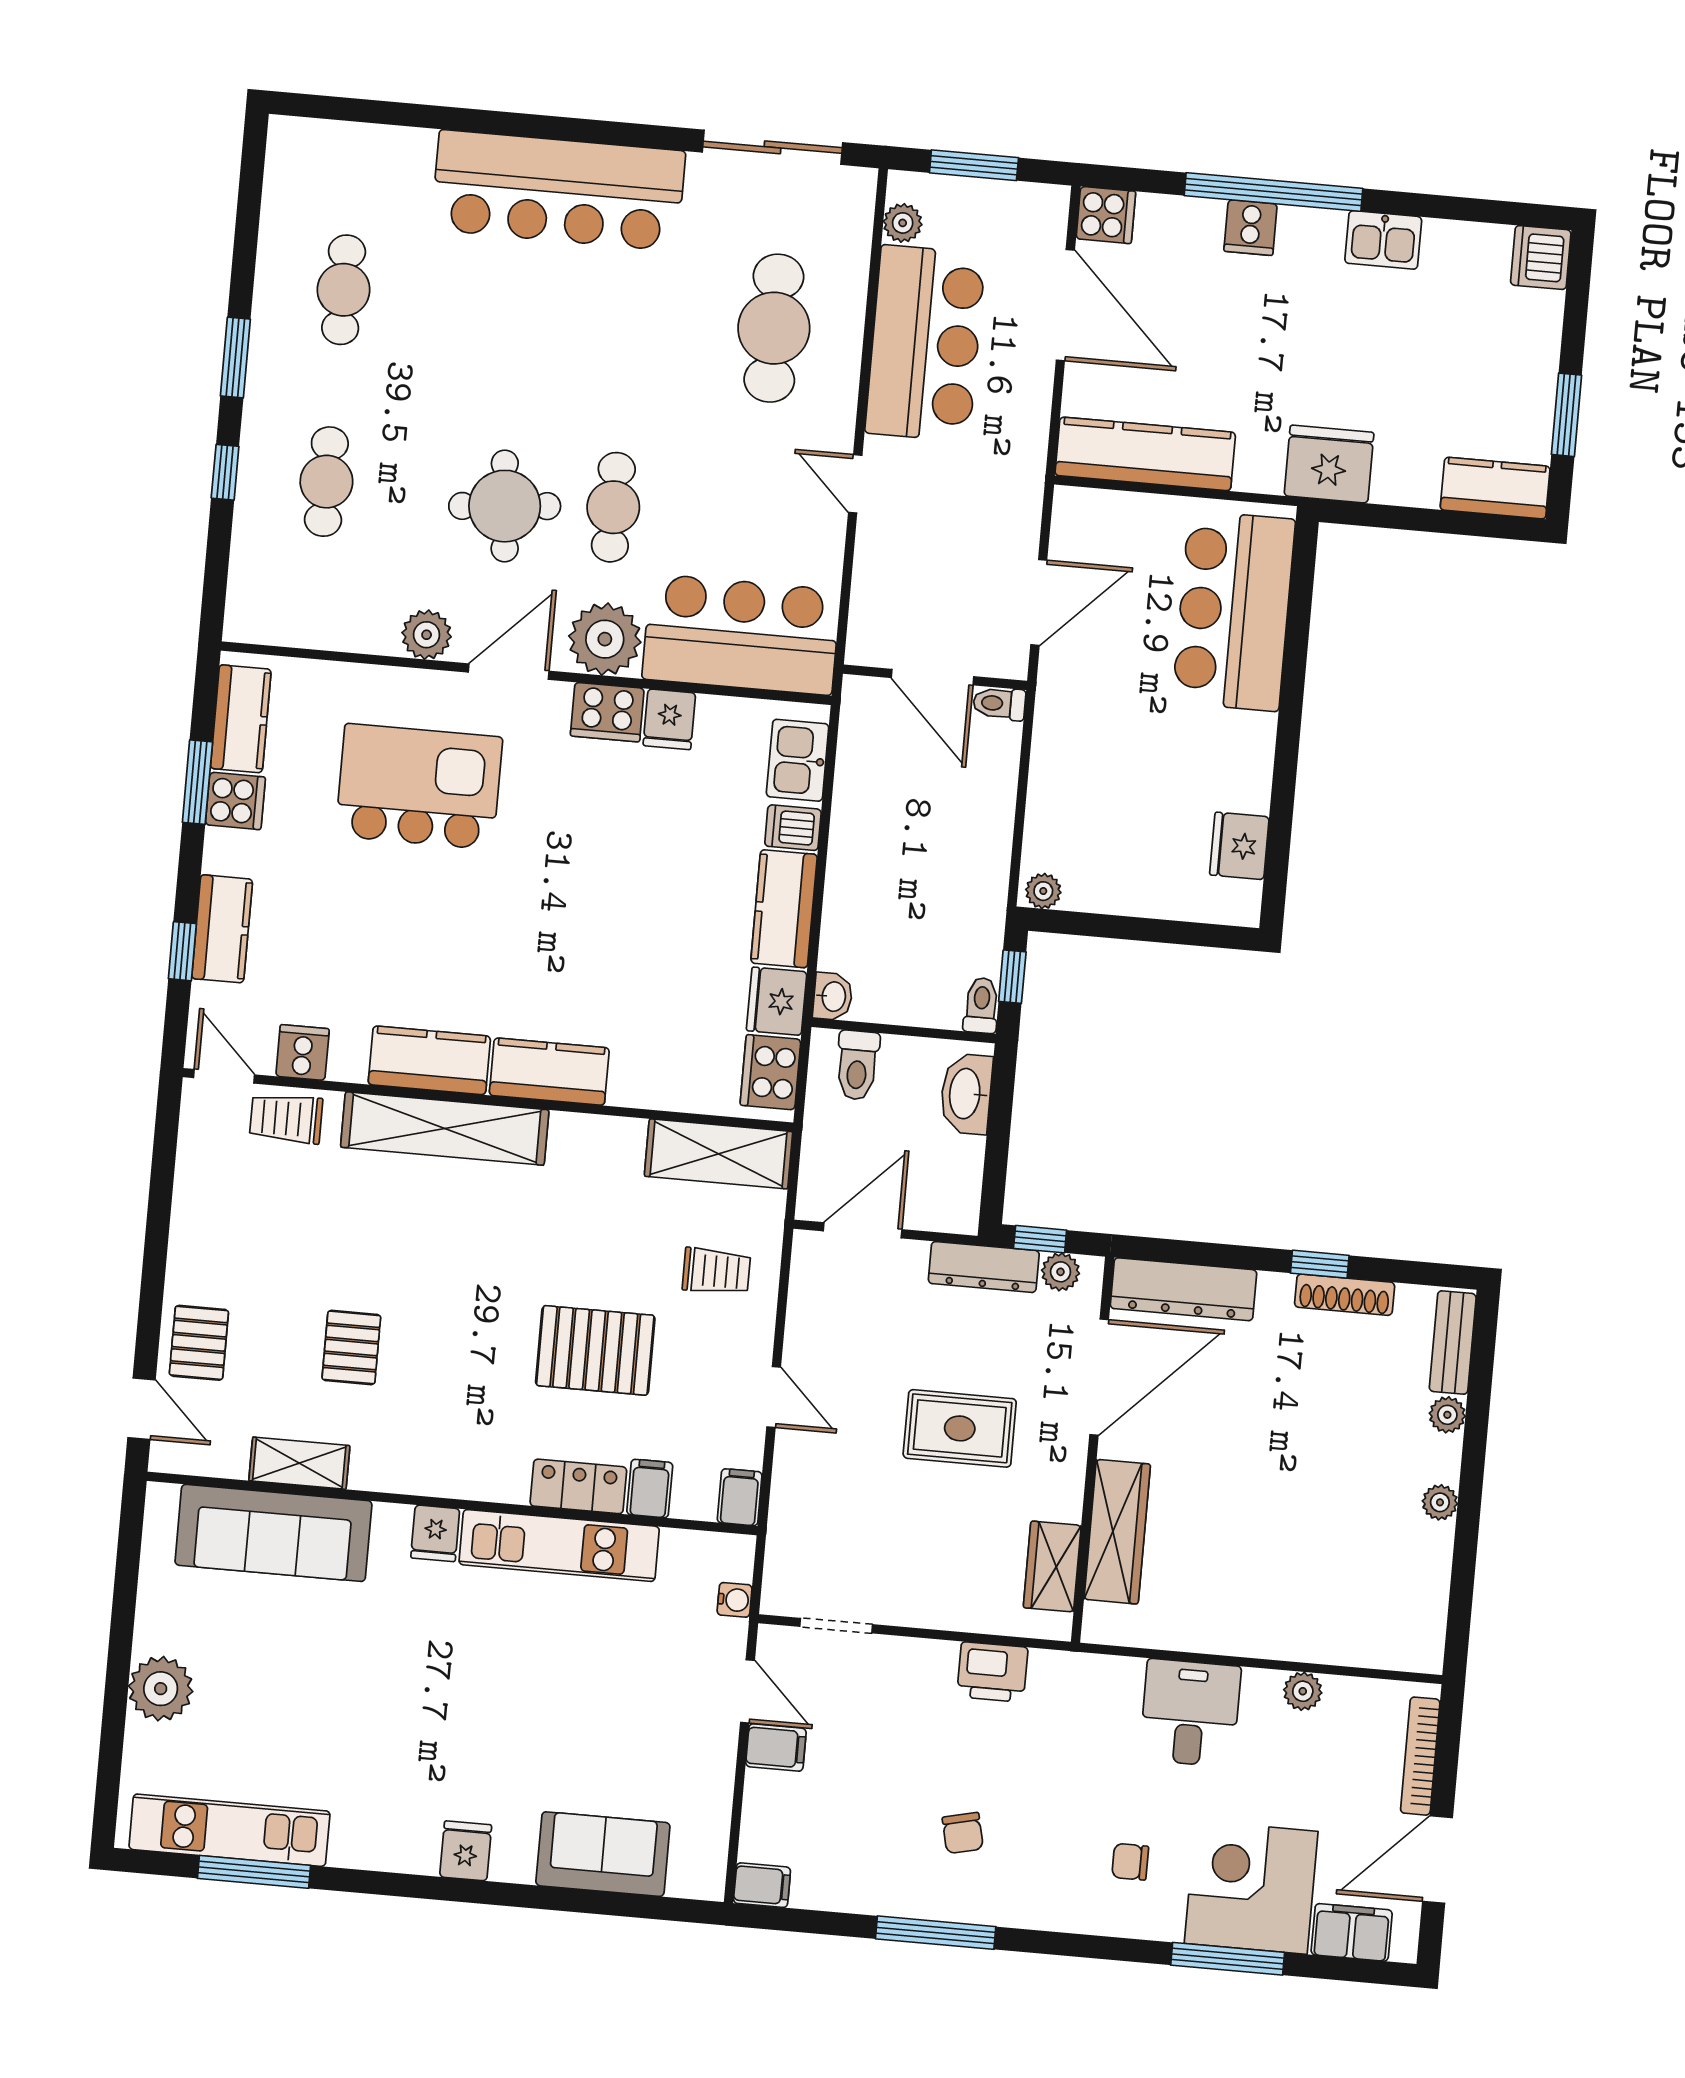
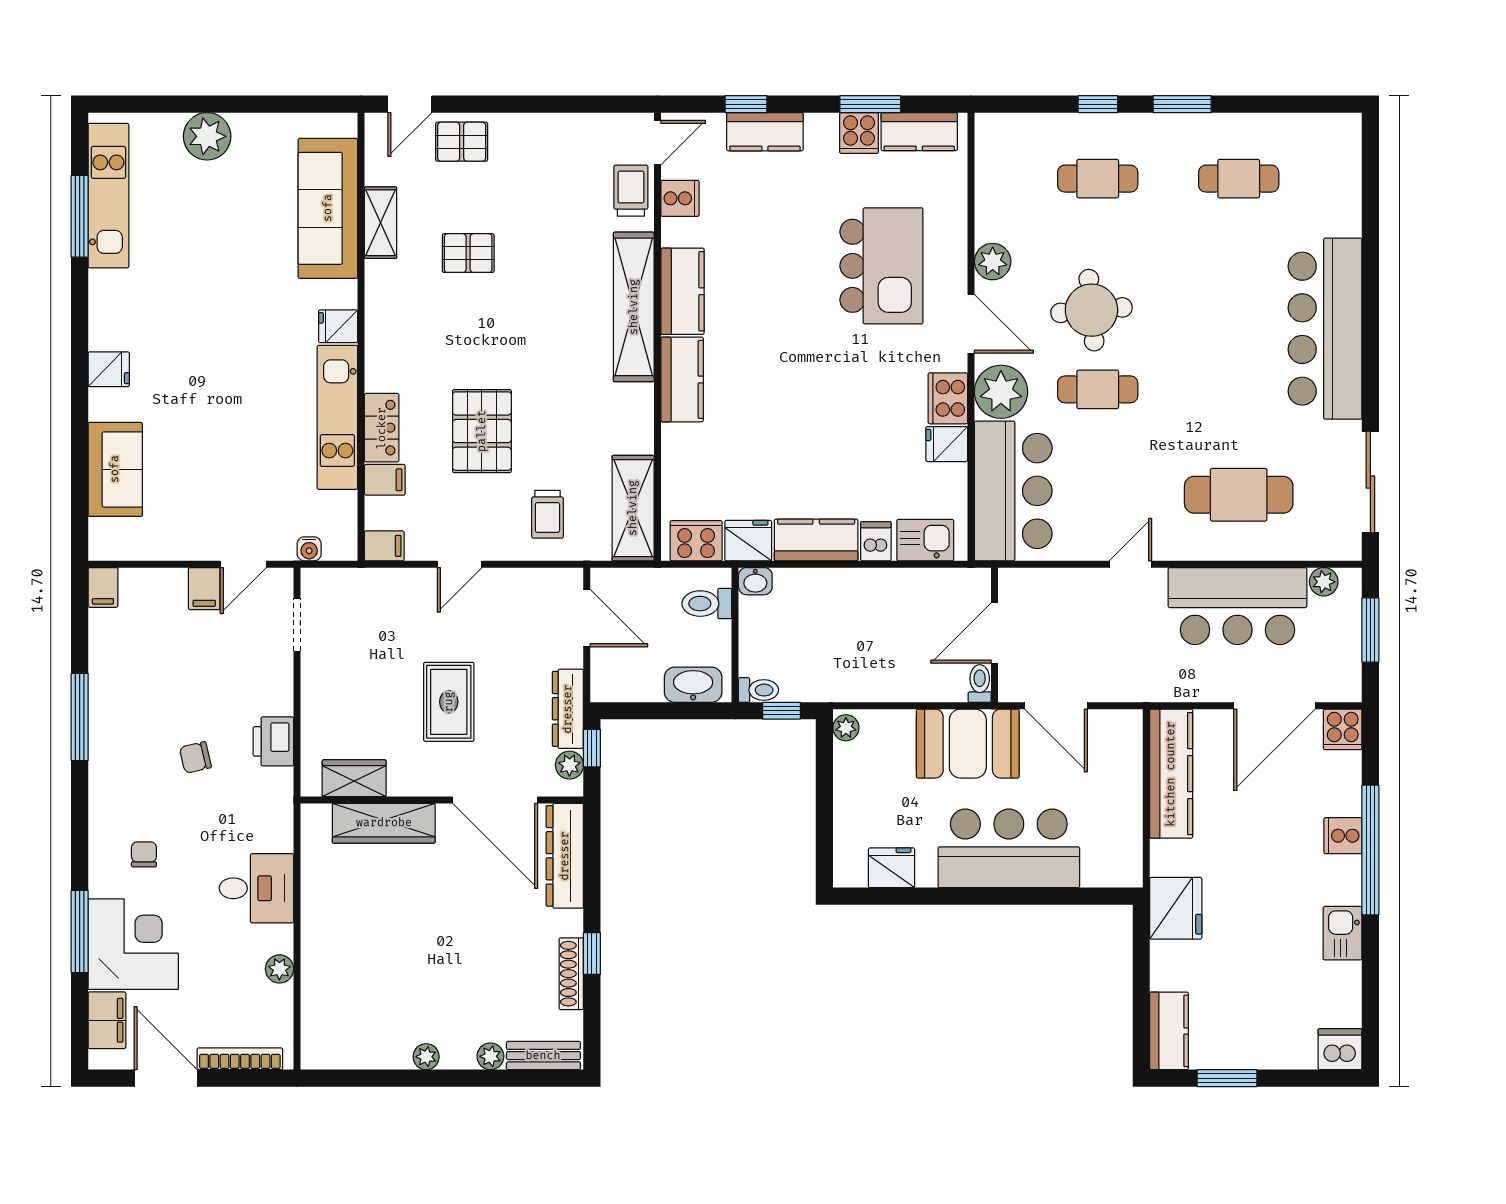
bar counter: (1234, 611) -> (1009, 848), moved
booth: (1080, 727) -> (968, 744), added
chair: (963, 1833) -> (195, 757), moved

